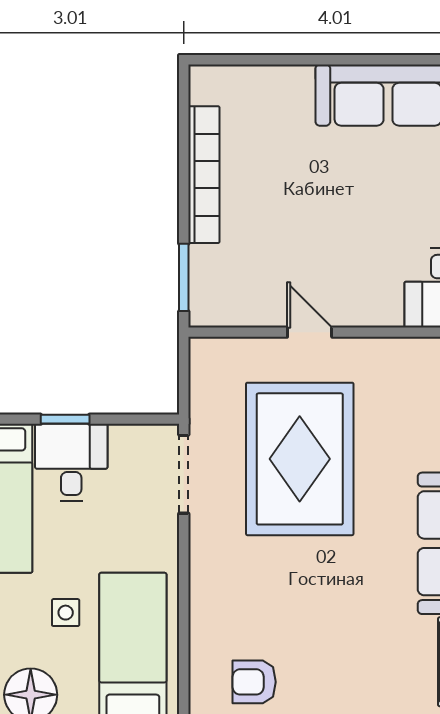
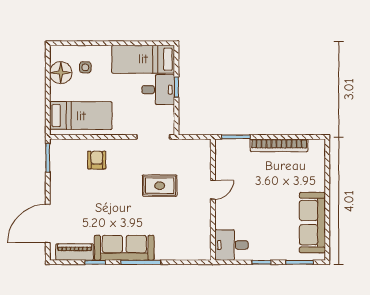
rug: (300, 459) -> (160, 186), width x0.54, depth x0.49
side table: (66, 613) -> (85, 67), moved
armchair: (254, 682) -> (97, 160), moved

